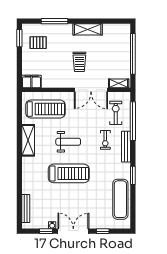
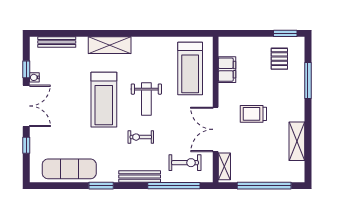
shelving: (88, 29) -> (297, 141), moved
filing cabinet: (31, 82) -> (227, 70), moved
shelving: (28, 140) -> (110, 45), moved
exercise bike: (105, 140) -> (141, 137), moved

